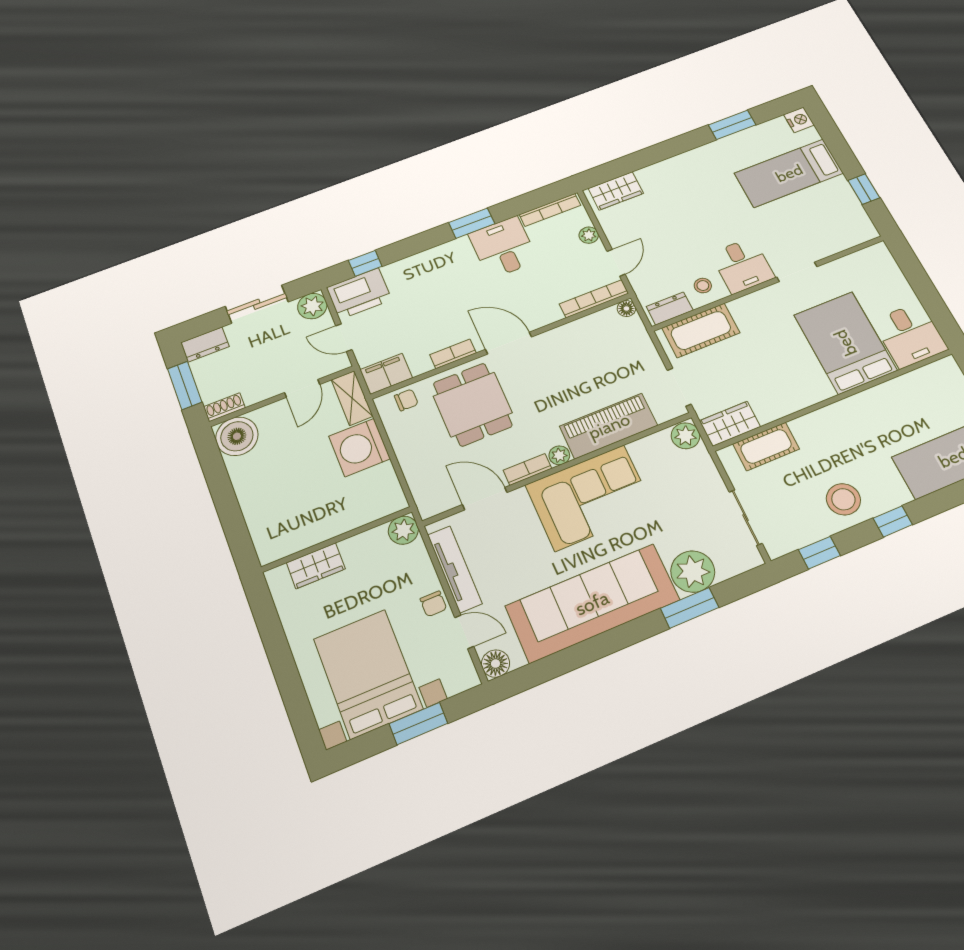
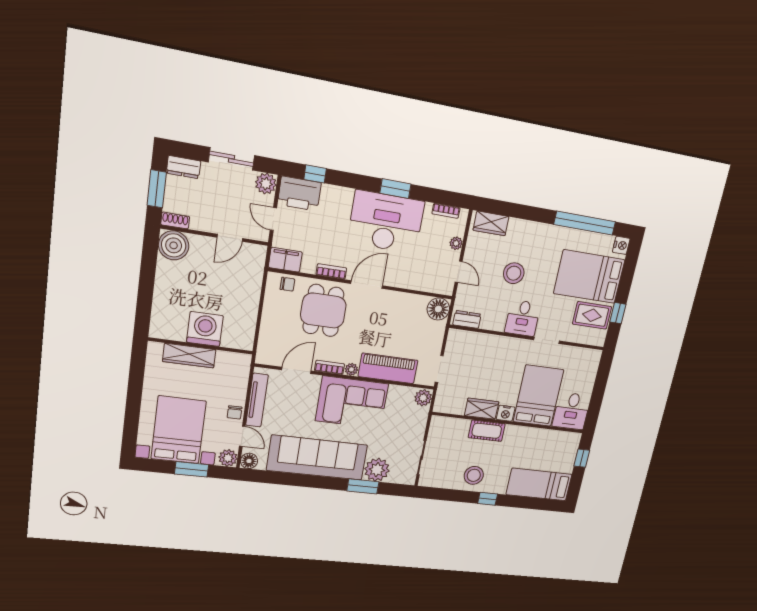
window: (732, 125) -> (585, 223), width x2.11
bed: (789, 173) -> (589, 277), width x1.50
bookcase: (550, 210) -> (446, 211), width x0.64
rug: (832, 211) -> (592, 315), added
desk: (503, 247) -> (386, 222), width x1.87, depth x1.30
door: (616, 263) -> (459, 272), hinge flipped
stool: (703, 286) -> (514, 273), moved, width x1.89, depth x1.89
bookcase: (594, 299) -> (431, 287), removed
floor lamp: (626, 309) -> (438, 309), width x1.89, depth x1.89
cot: (701, 330) -> (473, 343), removed
door: (509, 343) -> (367, 285), hinge flipped
nightstand: (819, 390) -> (506, 413), added
shelving: (352, 398) -> (256, 263), removed
wardrobe: (730, 424) -> (482, 409), moved
cot: (766, 446) -> (487, 431), moved
washing machine: (360, 447) -> (205, 329), moved, turned 90
door: (485, 499) -> (297, 370), hinge flipped
plant: (403, 530) -> (228, 458), moved
window: (819, 553) -> (443, 494), removed
wardrobe: (316, 566) -> (189, 356), width x1.50

